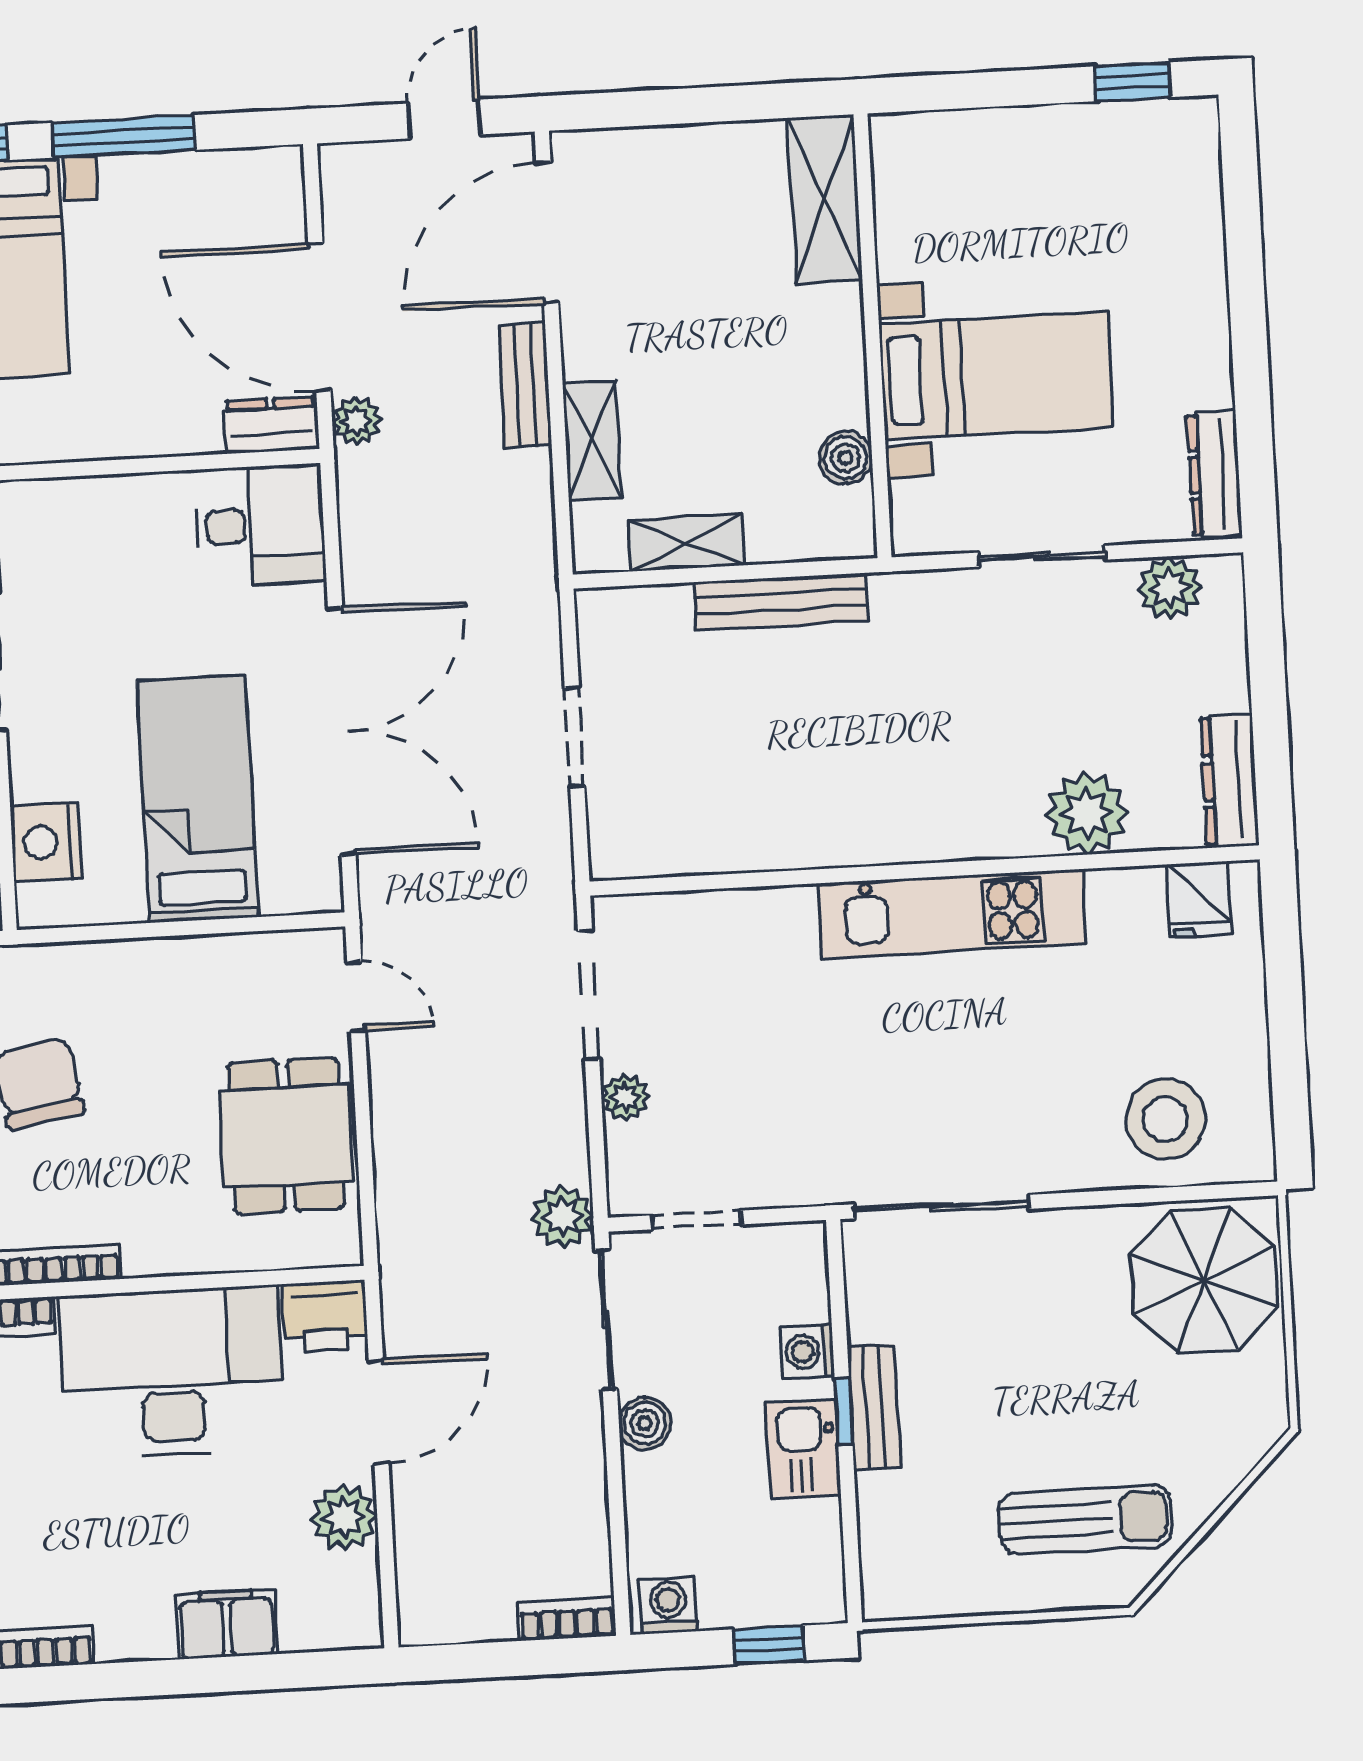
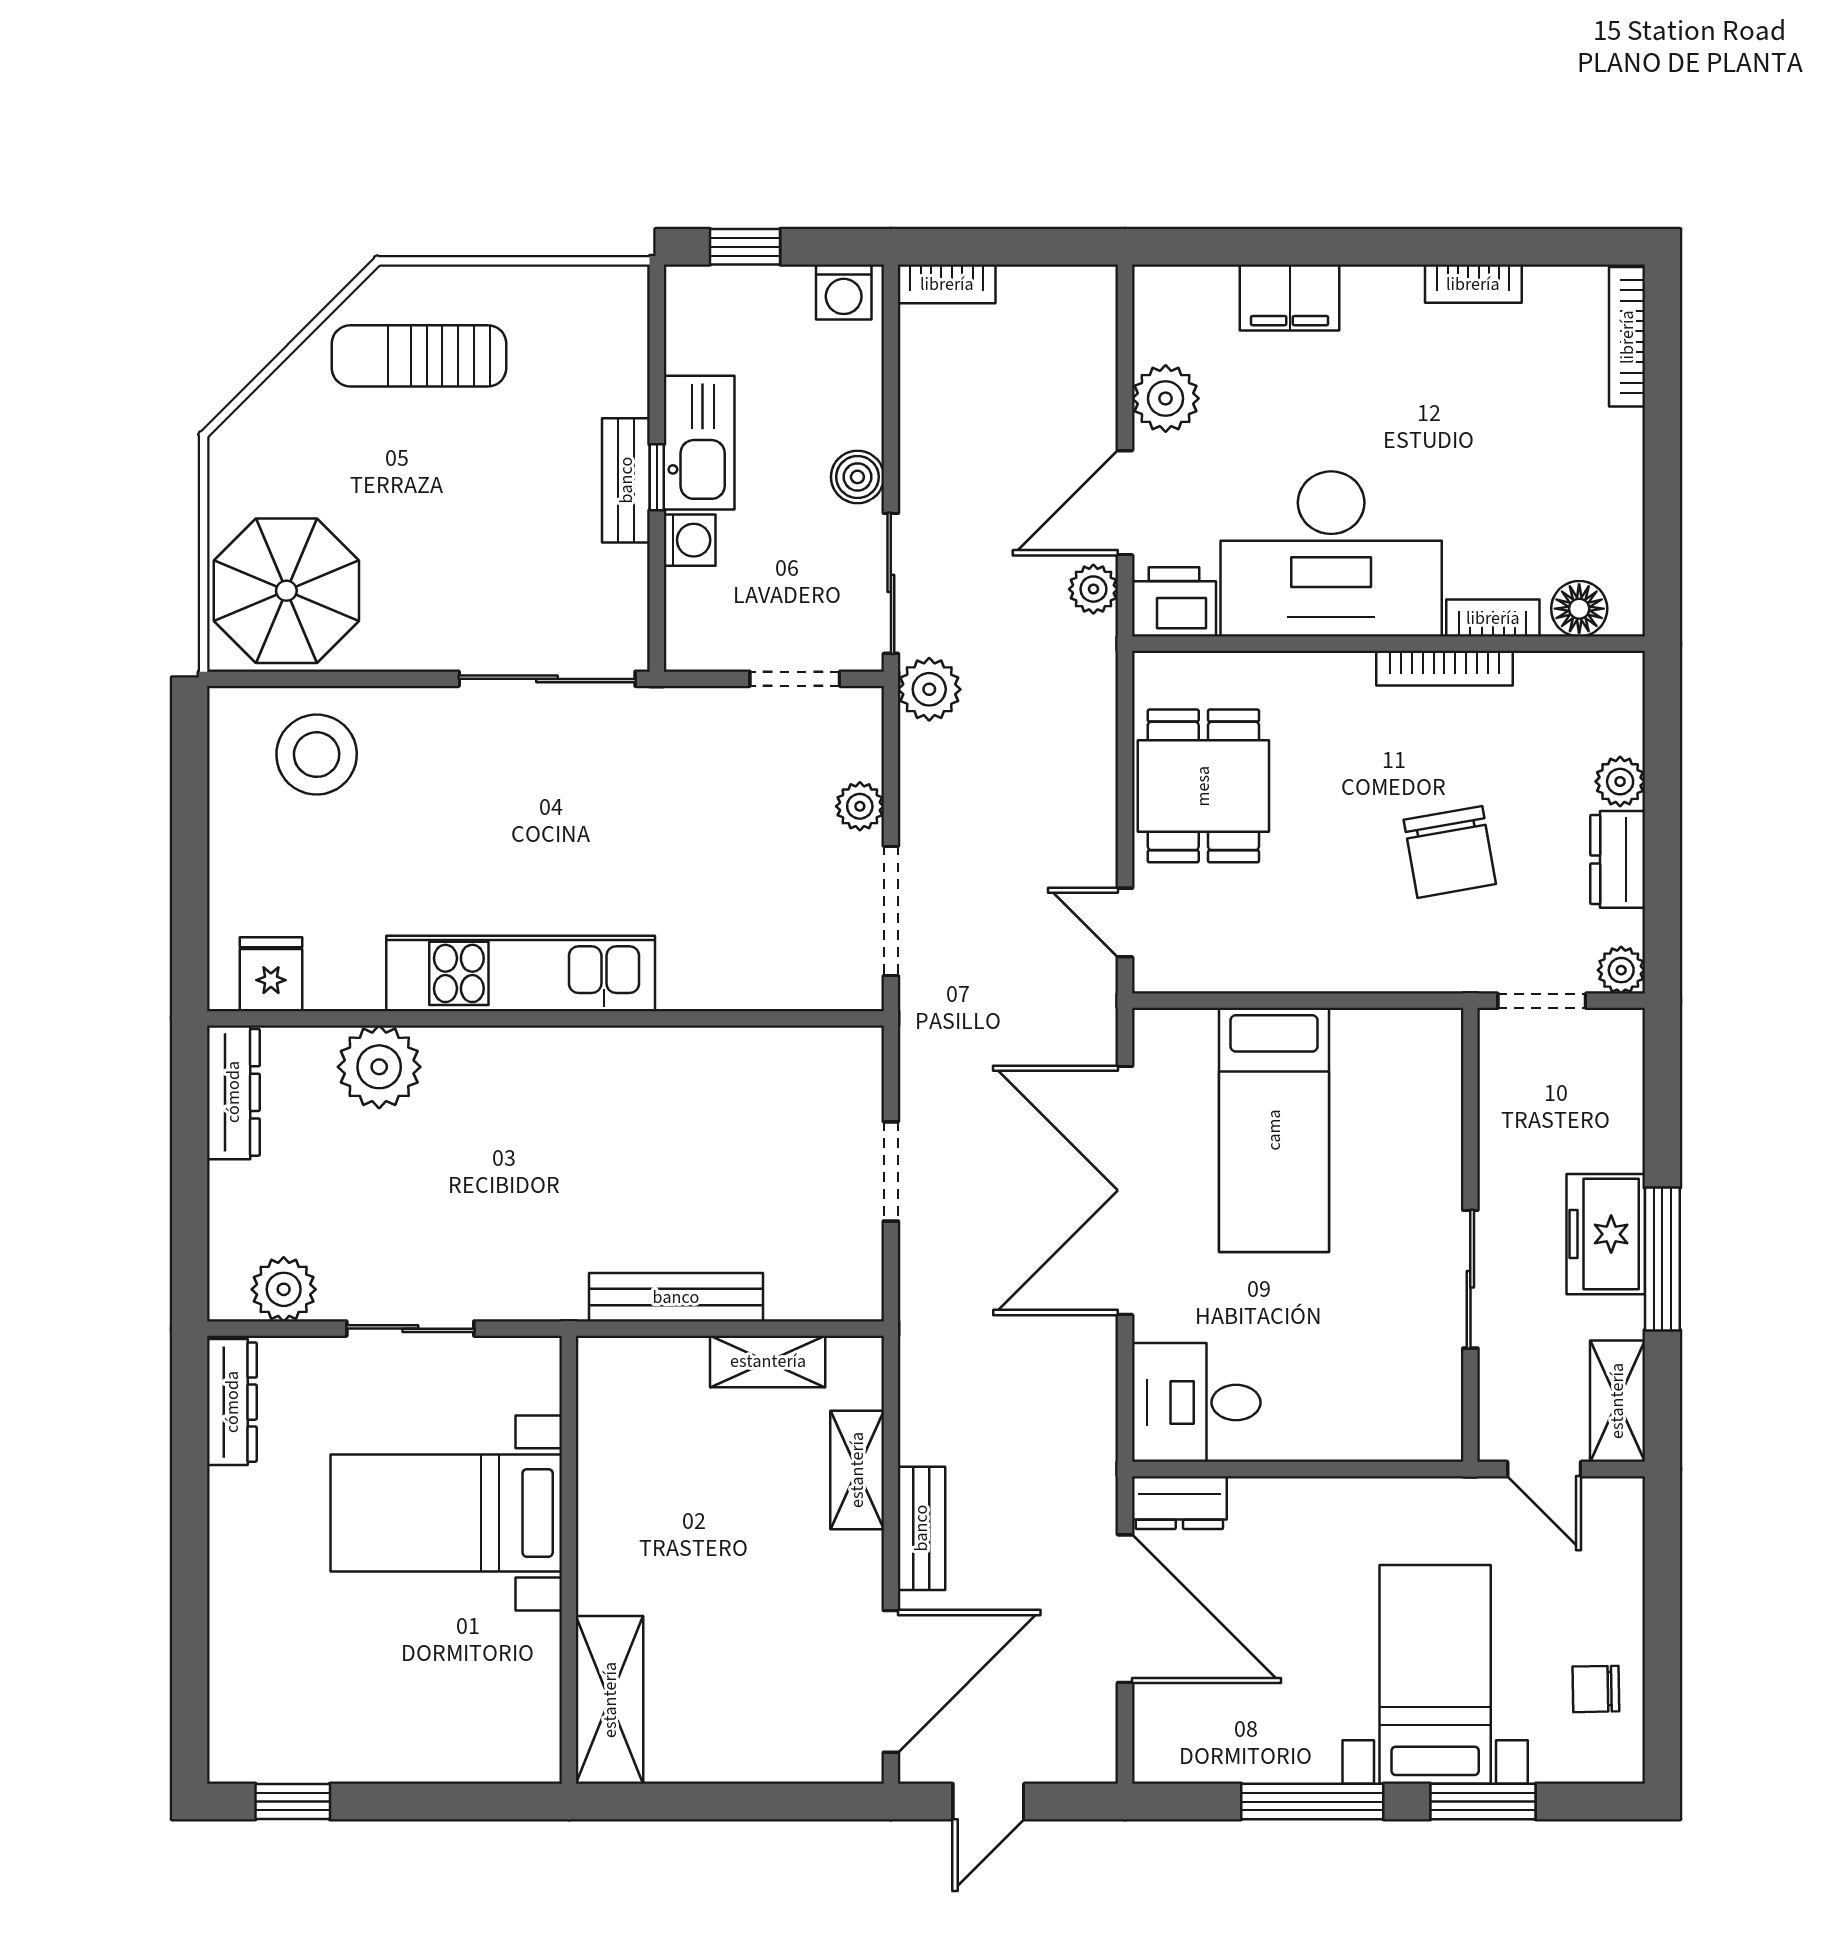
plant: (356, 421) -> (1093, 589), moved
boiler: (845, 458) -> (603, 1438), removed
nightstand: (46, 842) -> (1429, 1095), removed
kitchen sink: (803, 1449) -> (699, 443), width x1.38

